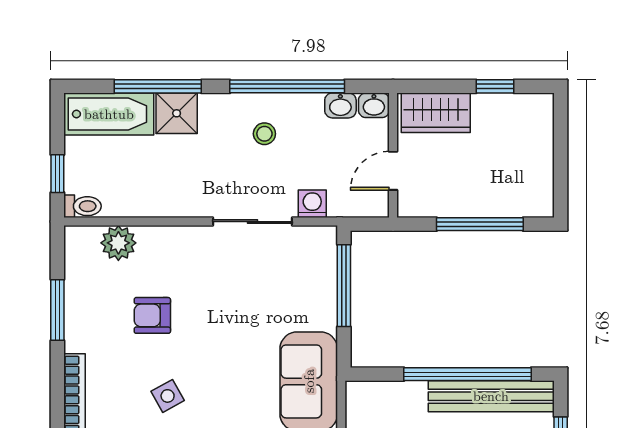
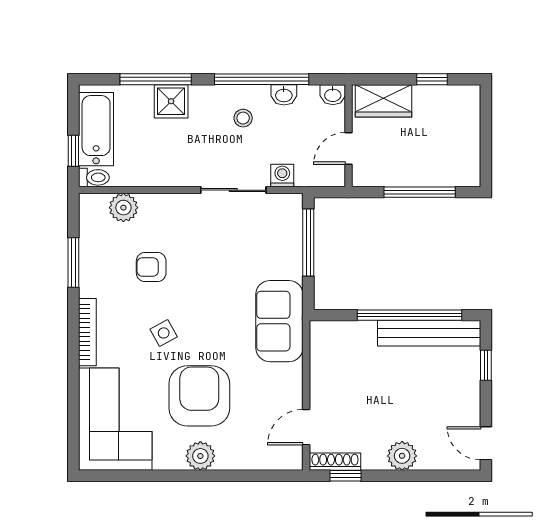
washbasin: (340, 105) -> (284, 95), moved
bathtub: (109, 114) -> (96, 129), moved, turned -90

